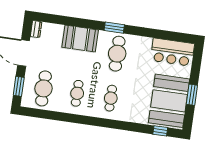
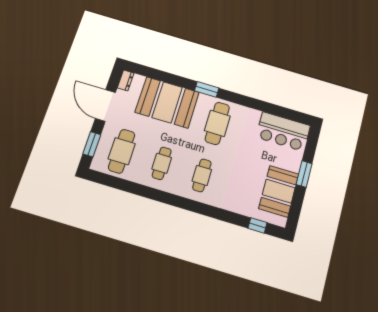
window: (114, 28) -> (207, 89), moved
booth: (80, 39) -> (167, 102), width x1.36, depth x1.42
window: (192, 95) -> (304, 174), moved
booth: (169, 101) -> (279, 191), width x0.73, depth x0.70

